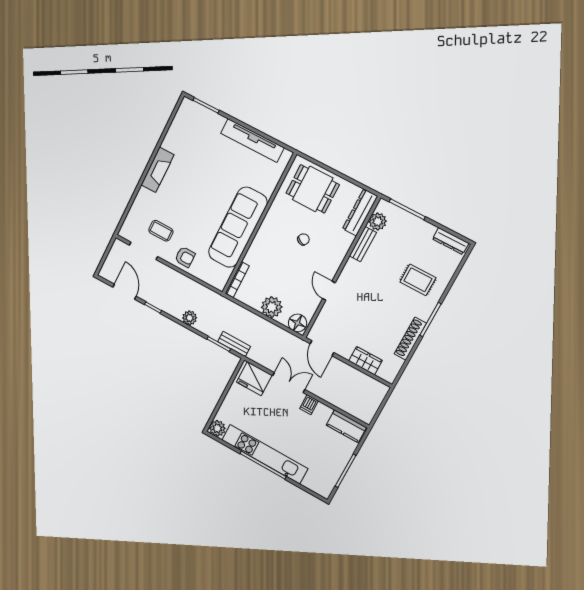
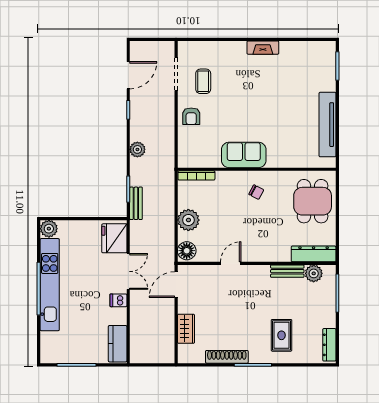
fireplace: (158, 170) -> (263, 48), width x0.73, depth x0.76
sofa: (238, 227) -> (244, 155), width x0.54, depth x0.79
chair: (303, 239) -> (256, 192), moved

